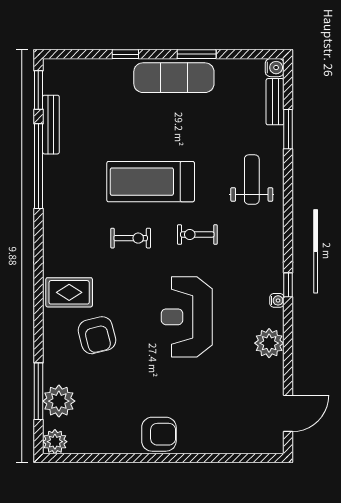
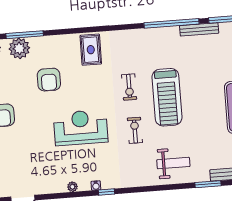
treadmill: (151, 182) -> (167, 97), turned 180
armchair: (97, 335) -> (49, 80), moved, turned -76
plant: (269, 343) -> (72, 187), width x0.53, depth x0.53

